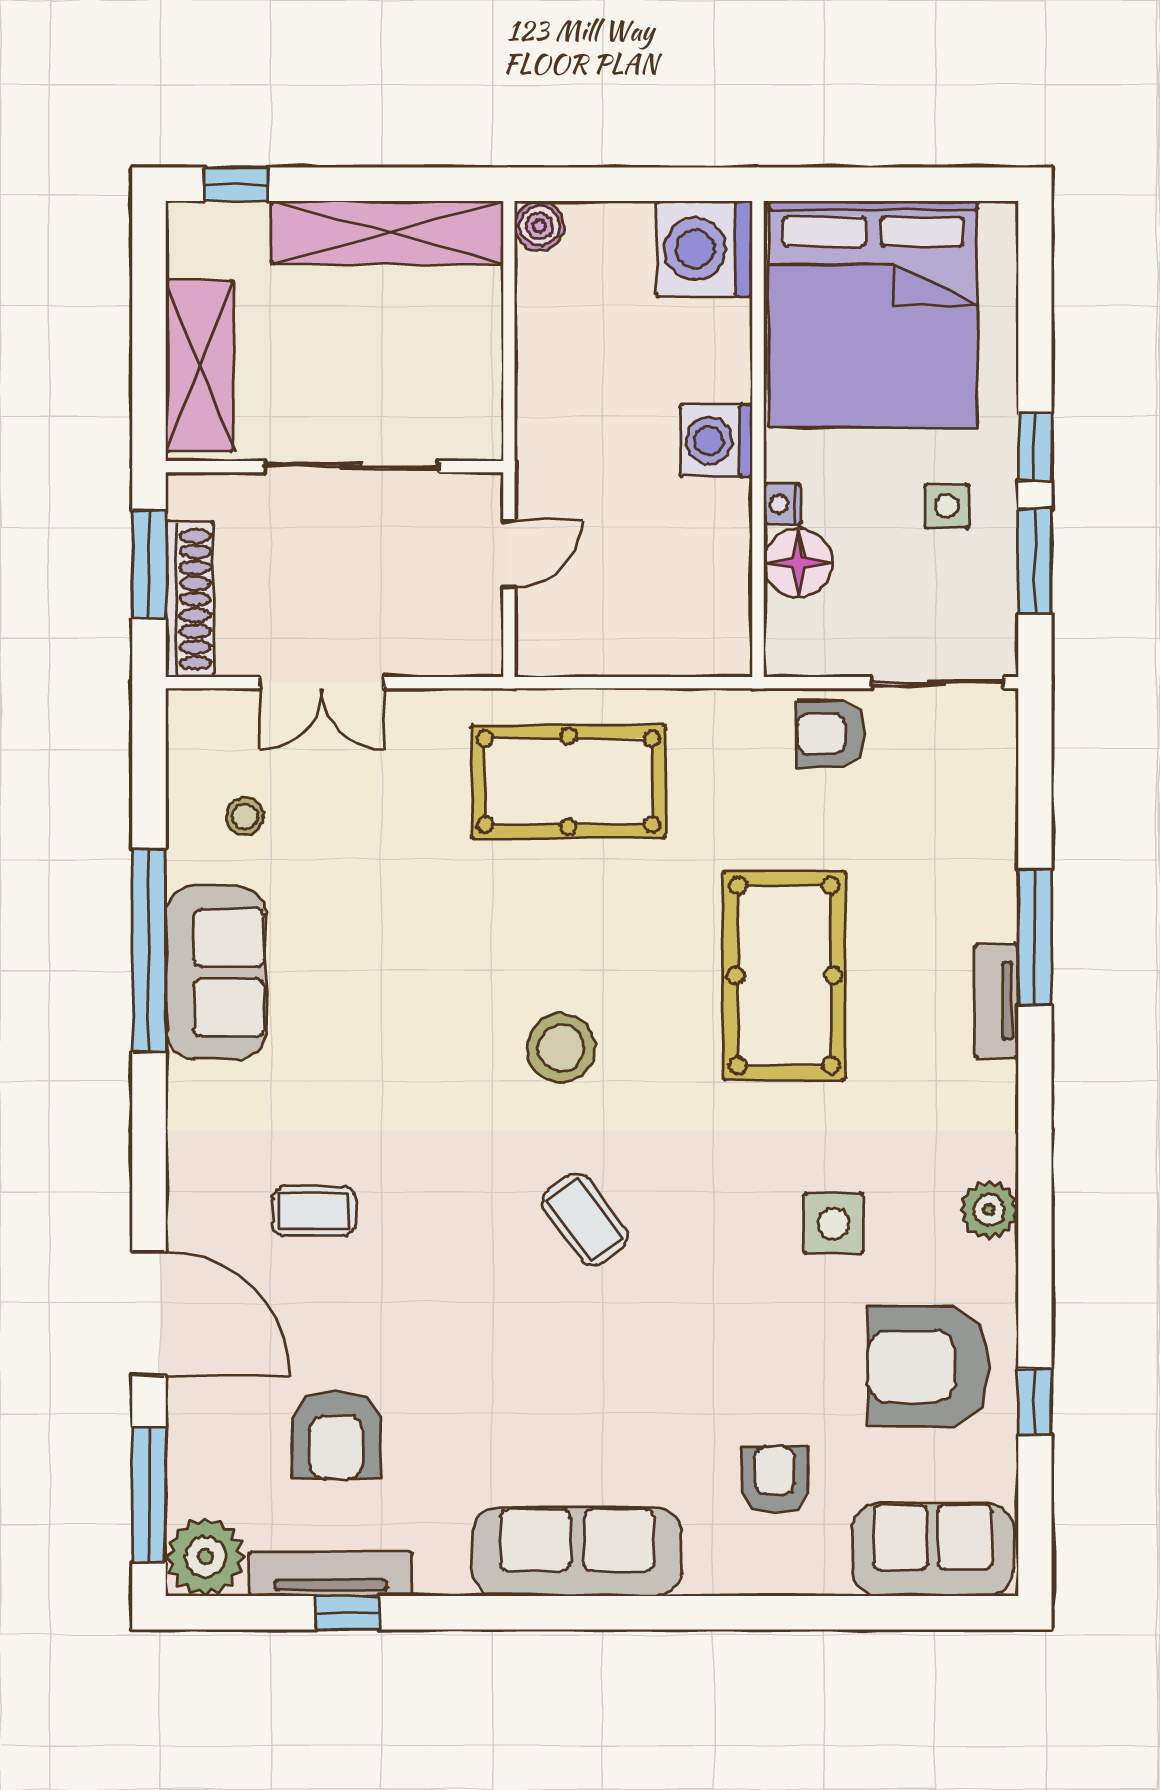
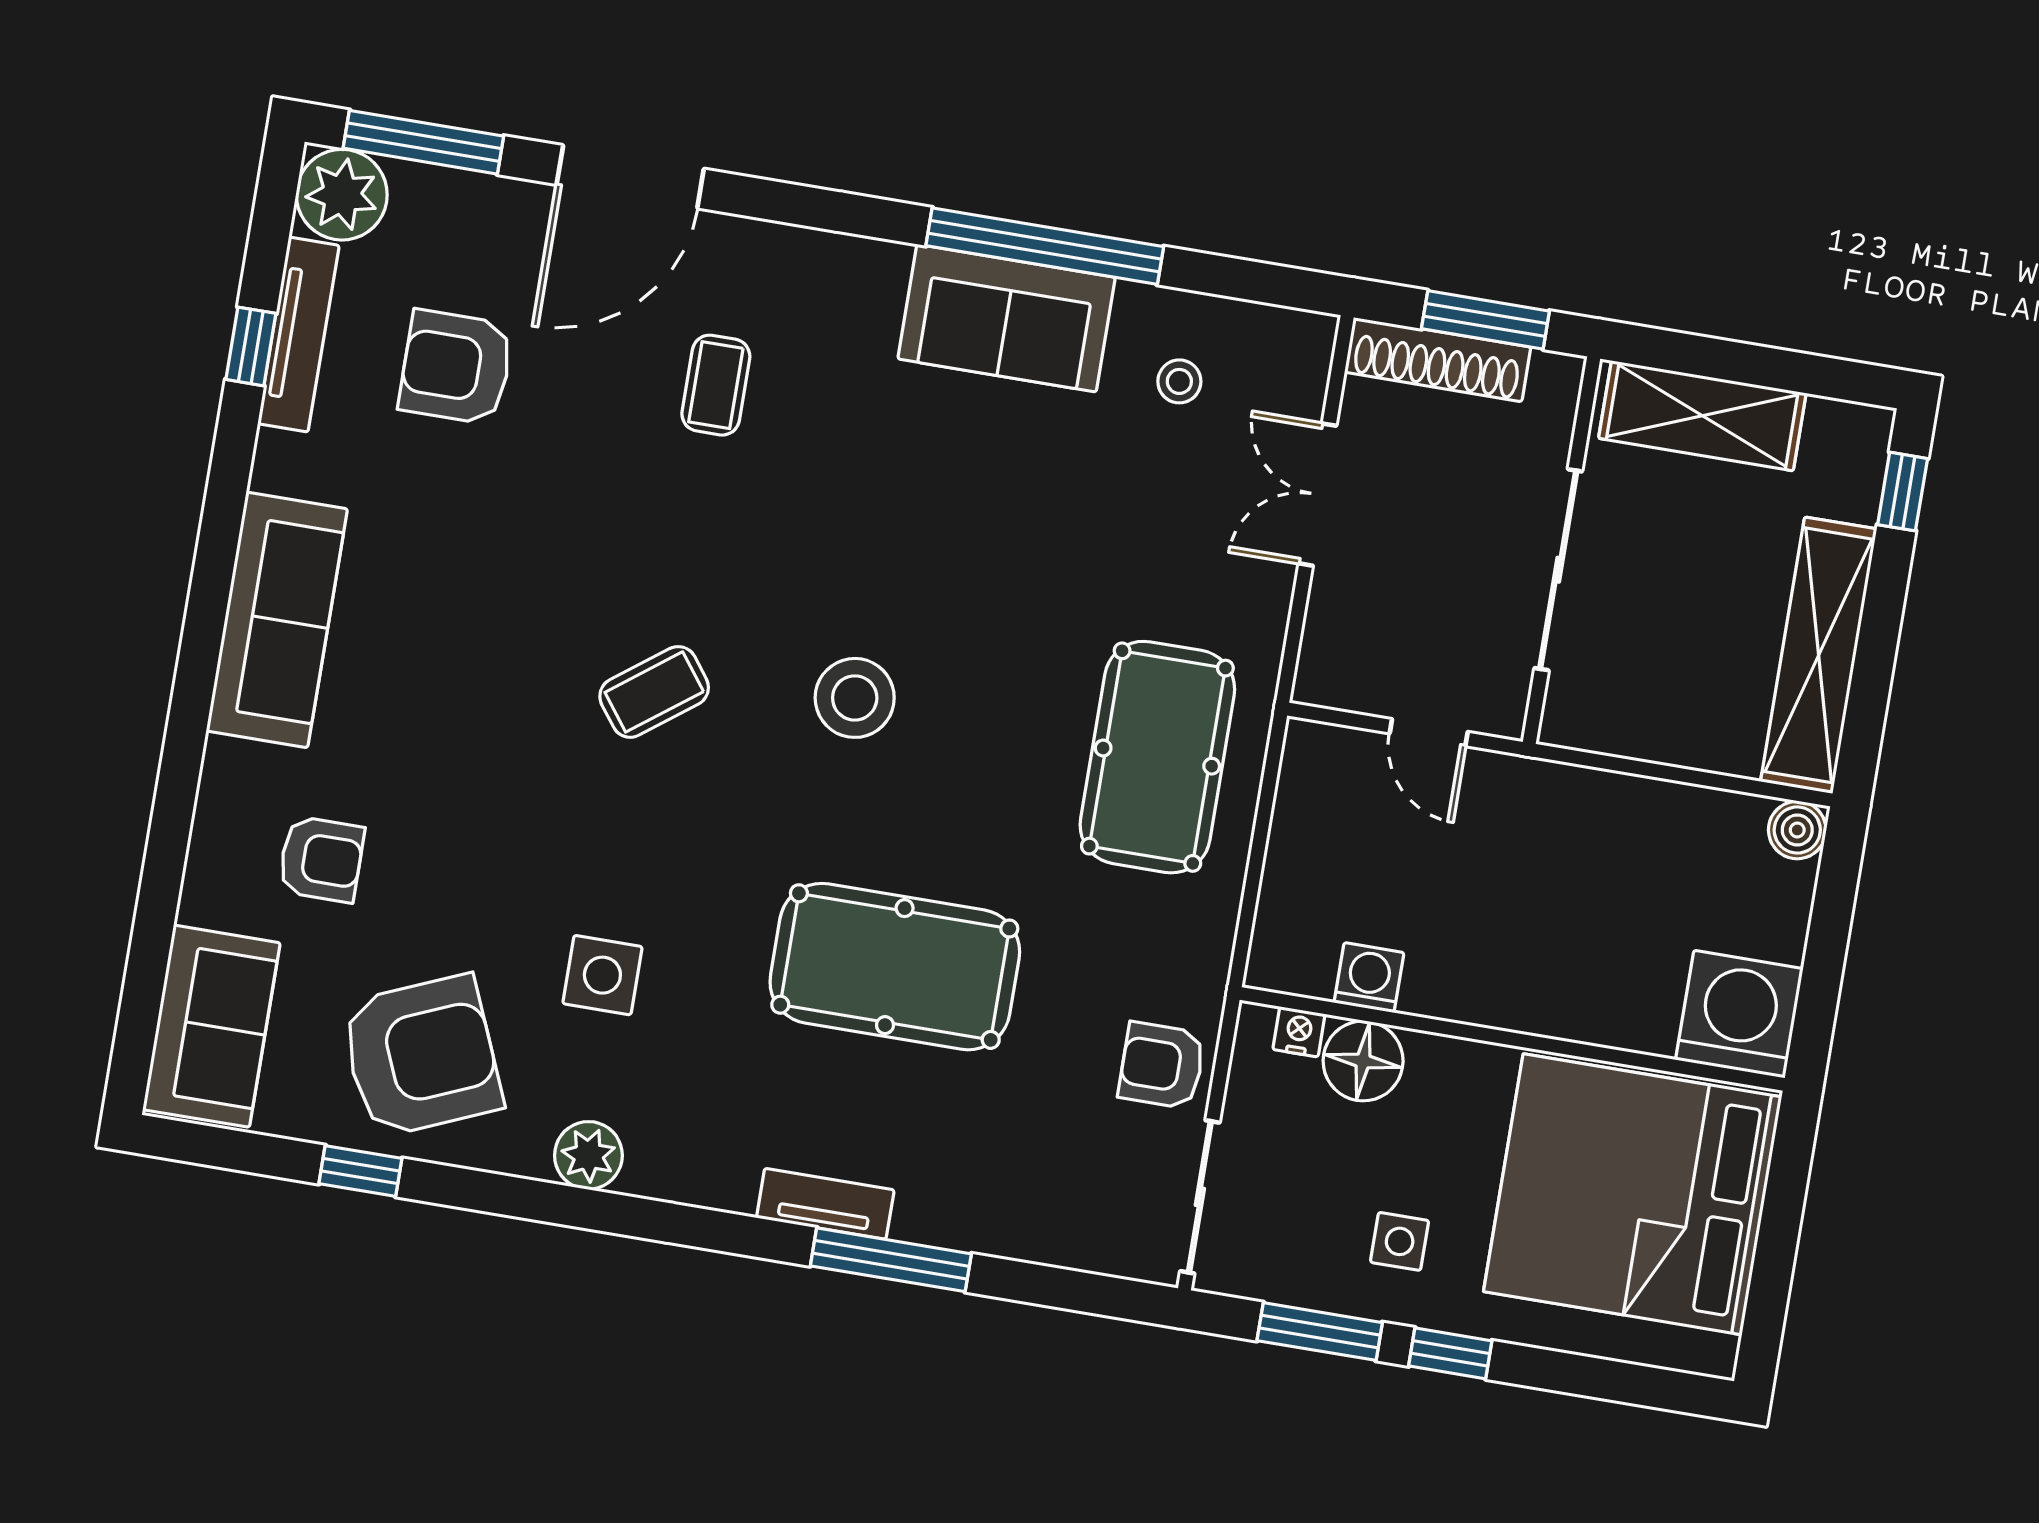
washing machine: (716, 441) -> (1369, 978), moved, width x0.73, depth x0.73
nightstand: (782, 504) -> (1299, 1032), moved
armchair: (831, 734) -> (1162, 1065), turned -90
armchair: (928, 1366) -> (421, 1056), turned 67

